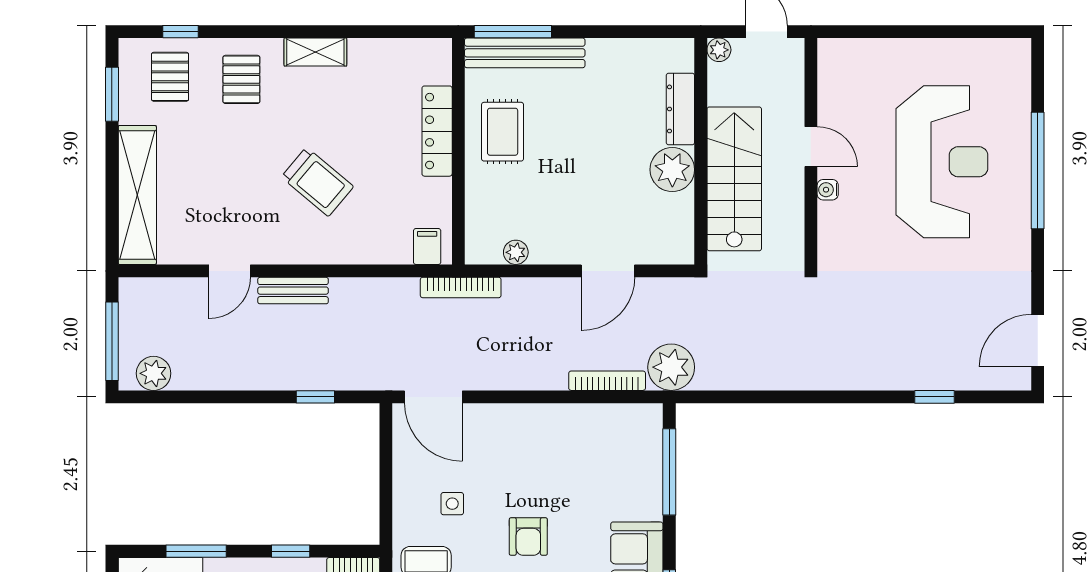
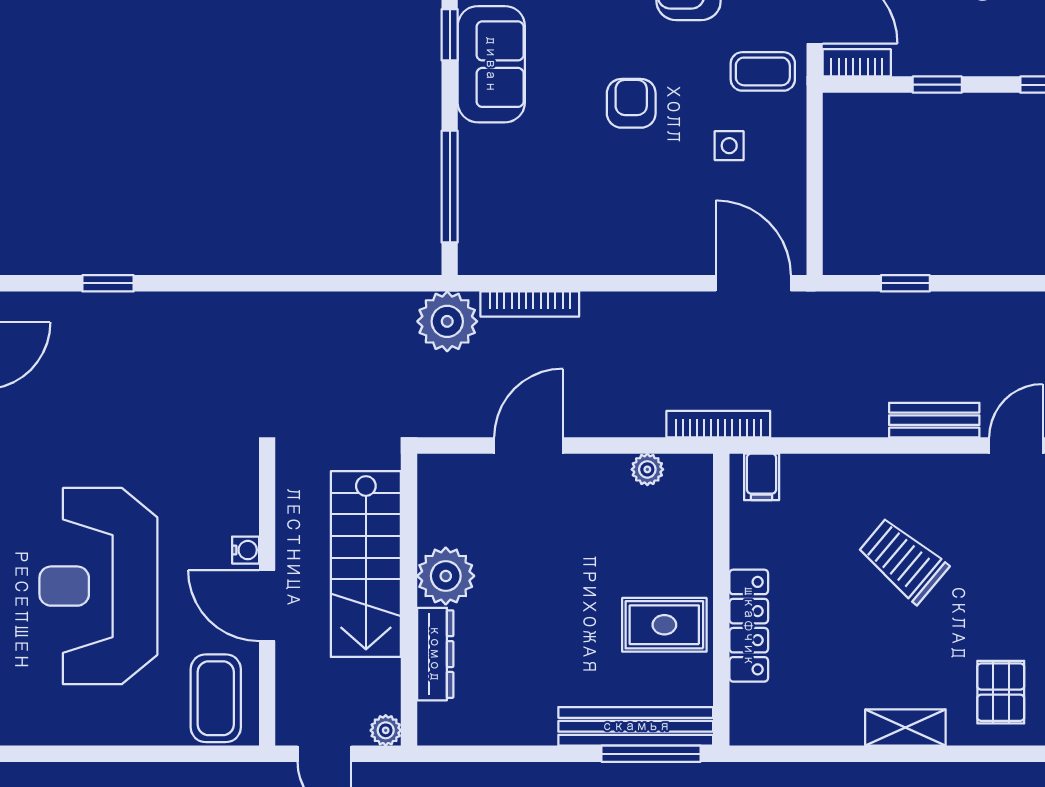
coffee table: (851, 75) -> (216, 698), added
rug: (503, 132) -> (664, 625), turned 90
door: (811, 147) -> (267, 606), width x1.38

